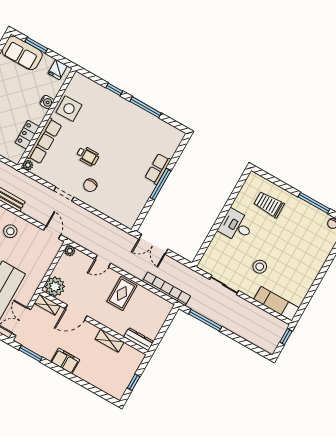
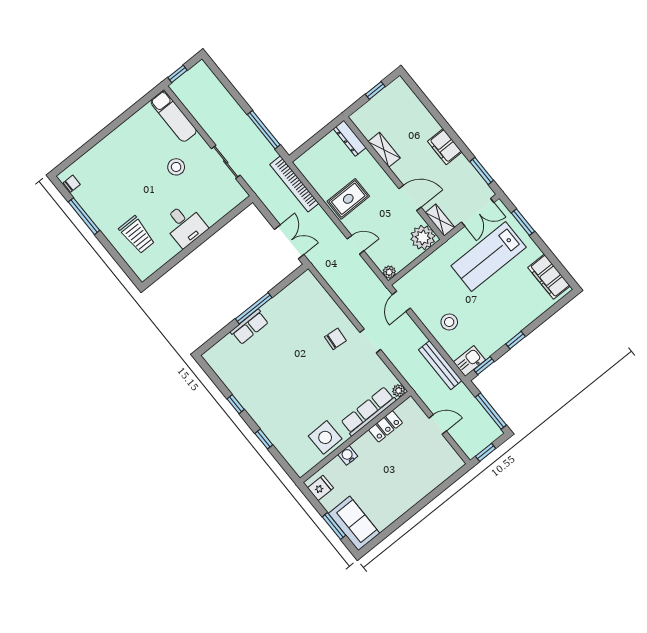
window: (146, 107) -> (236, 404), width x0.46
wheelchair: (88, 156) -> (325, 374), removed

